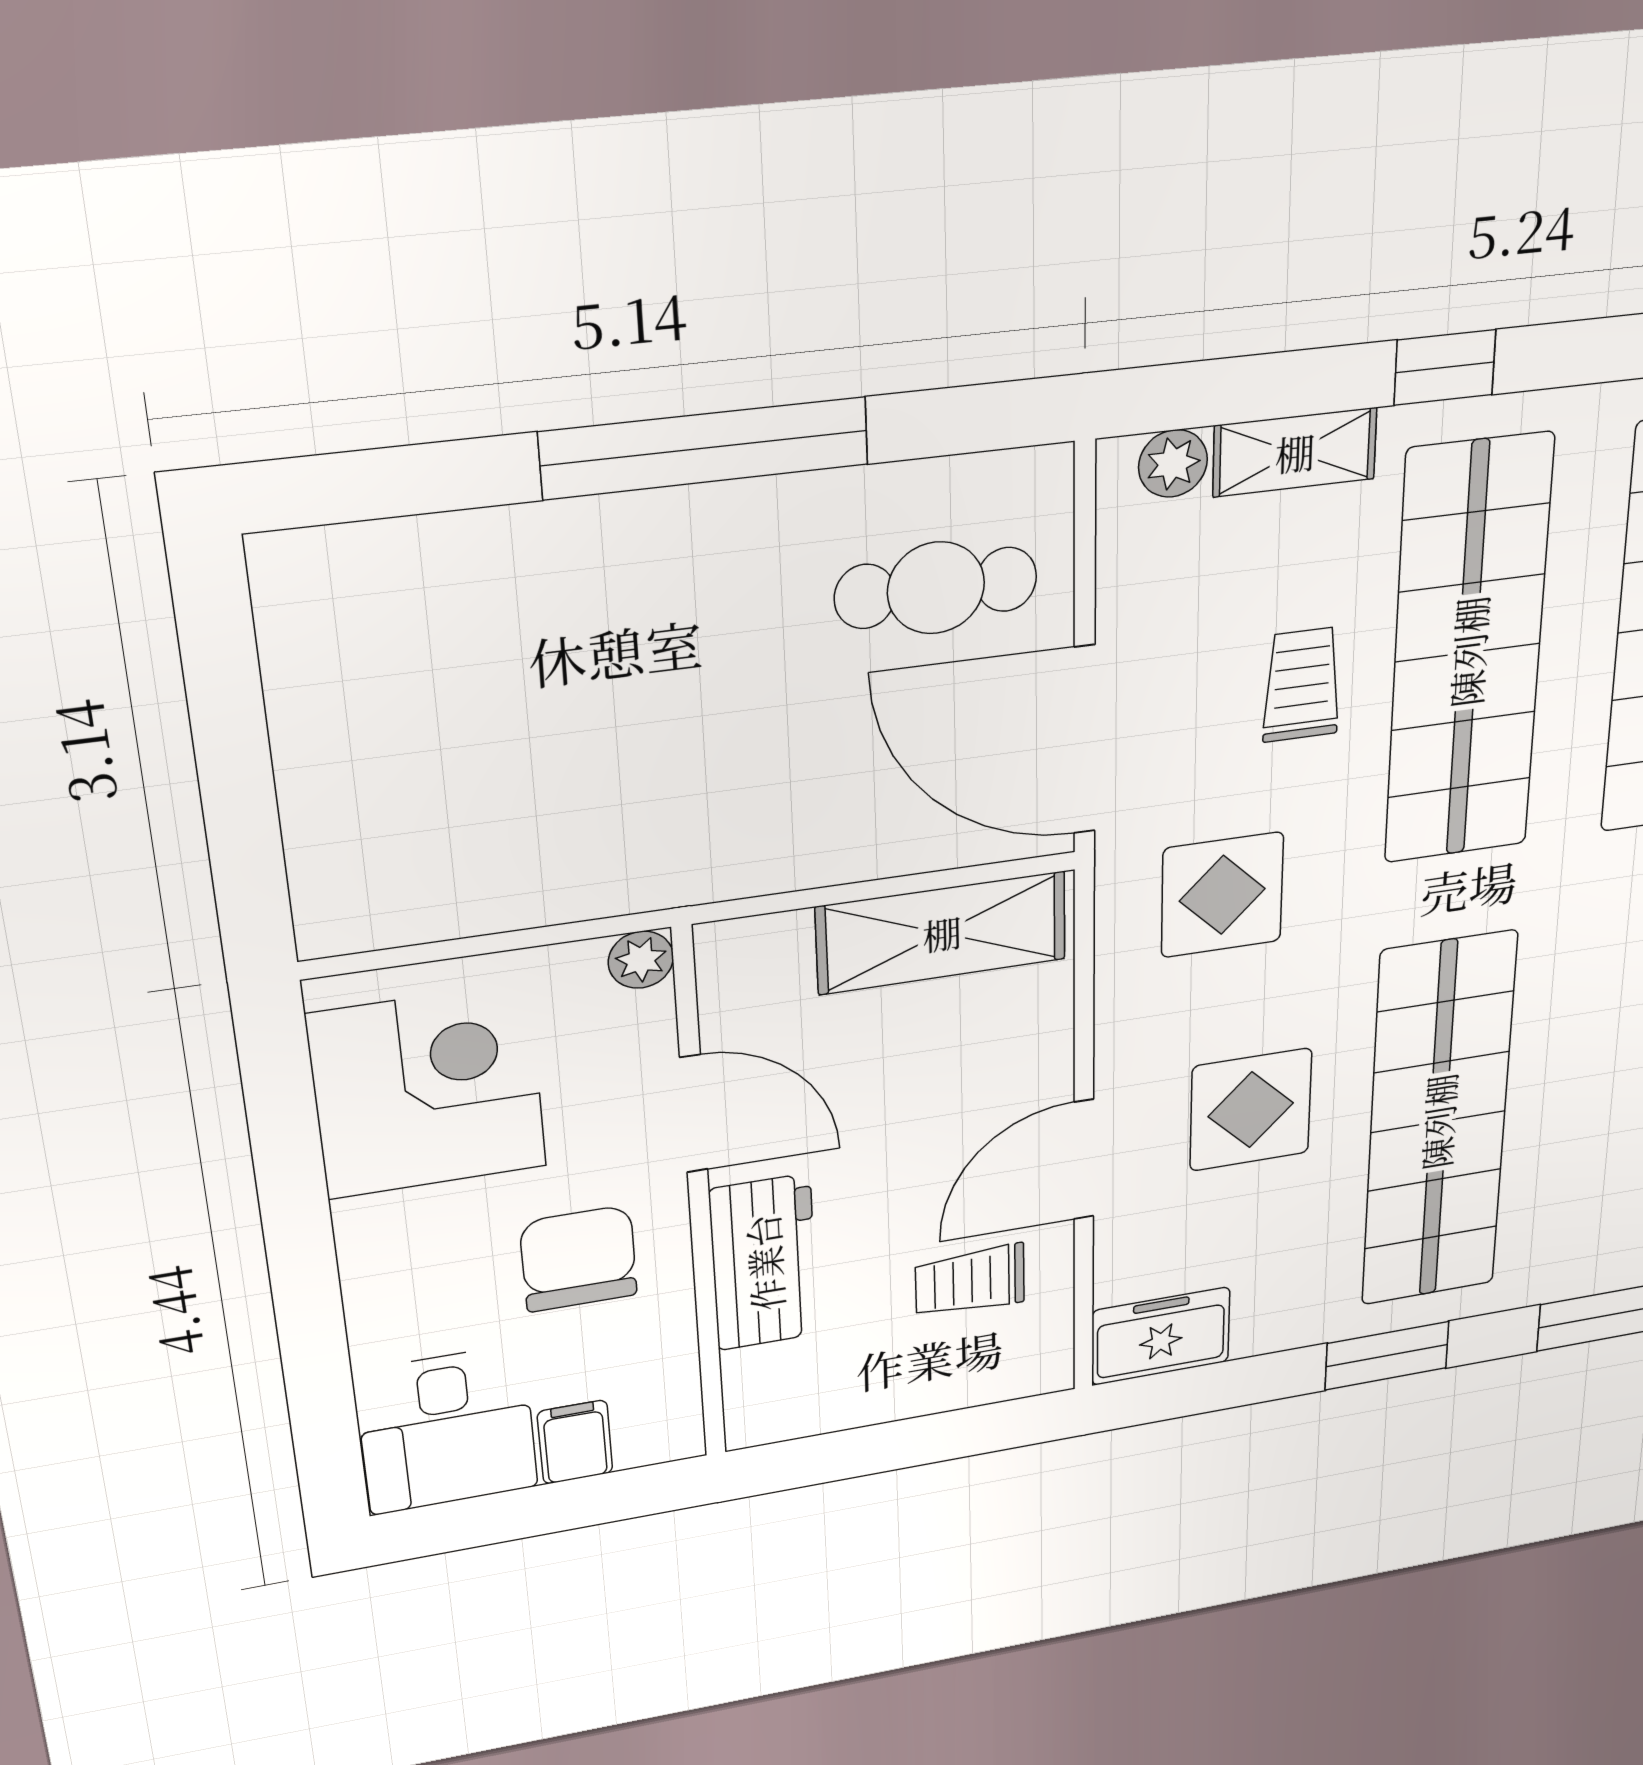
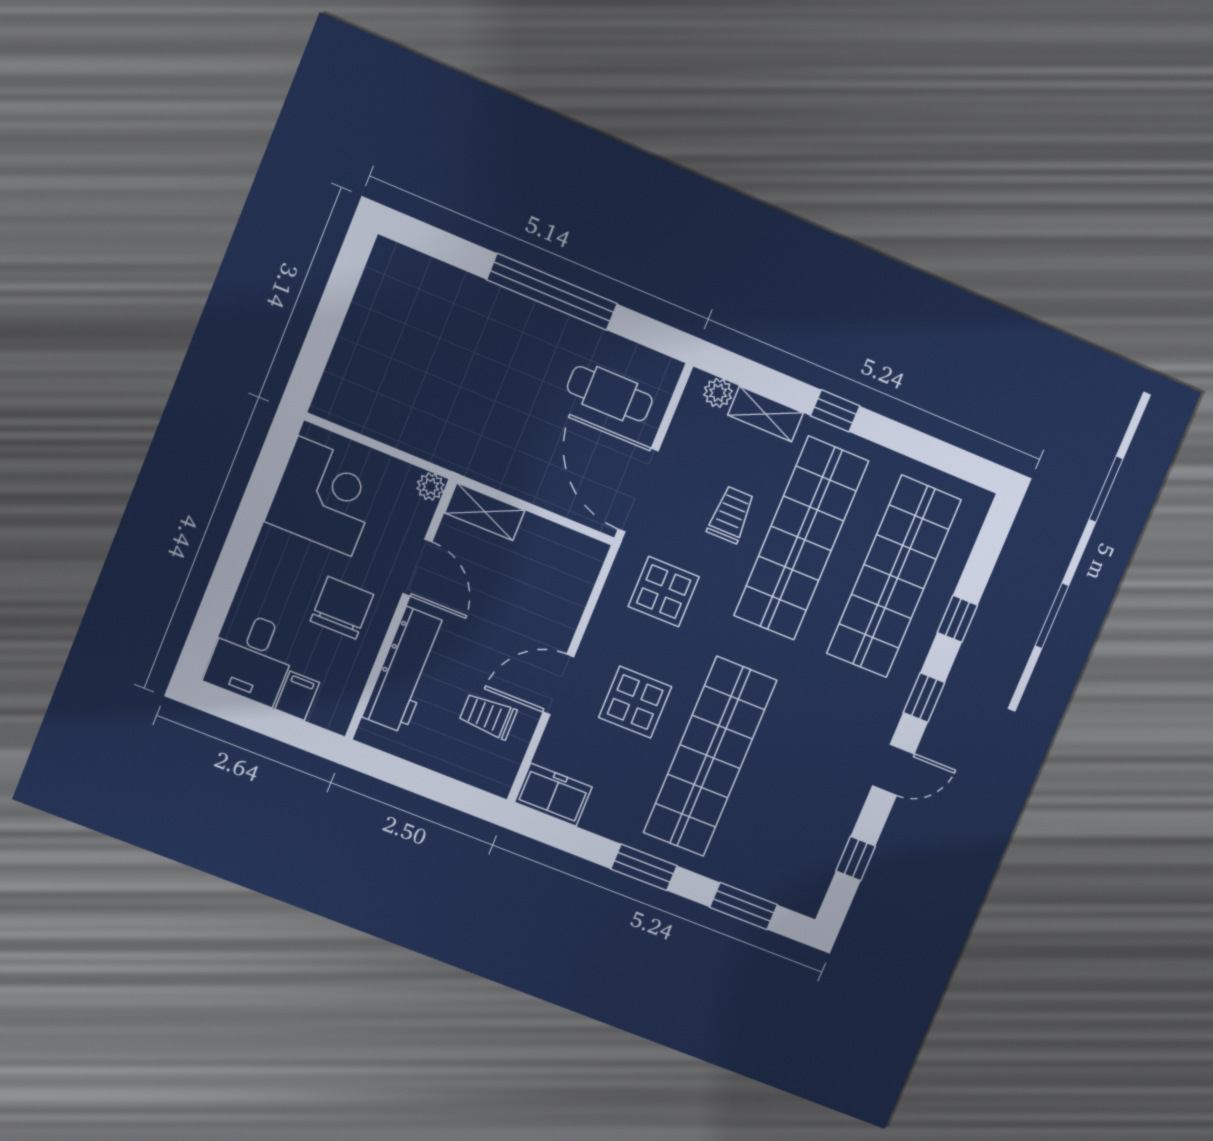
shelving: (942, 933) -> (485, 512), moved, width x0.67, depth x0.75
workbench: (764, 1263) -> (405, 670), width x1.37

